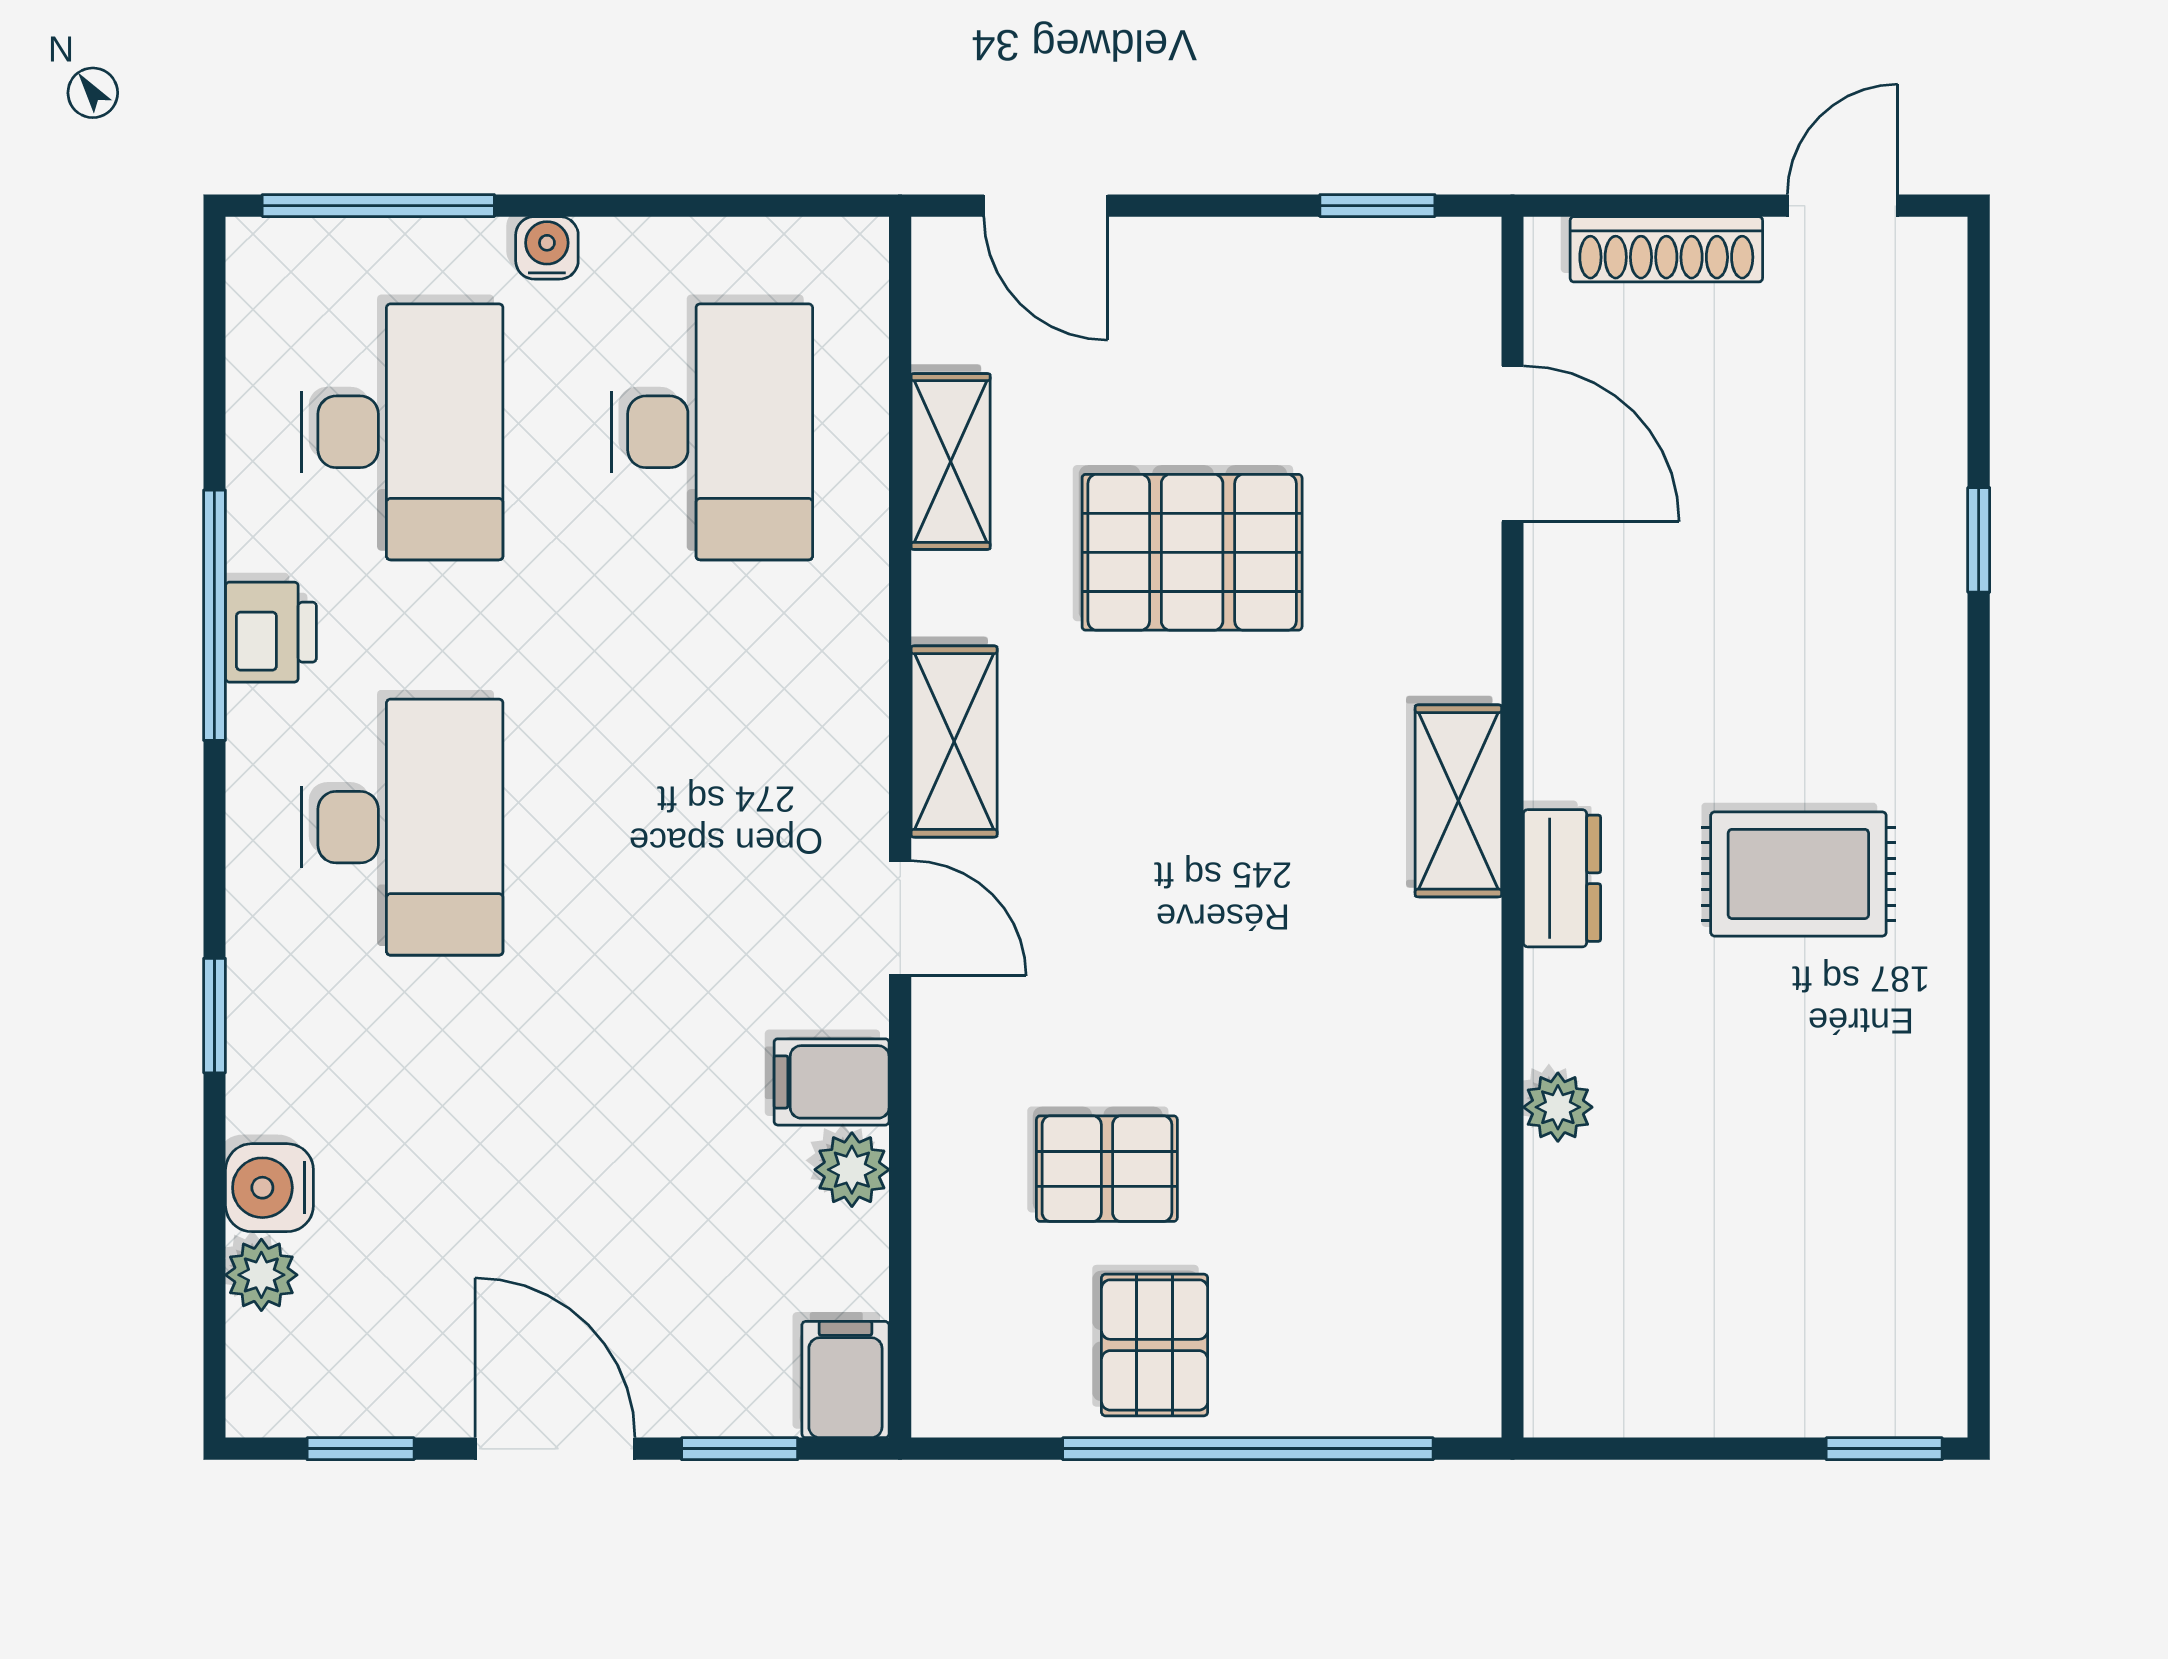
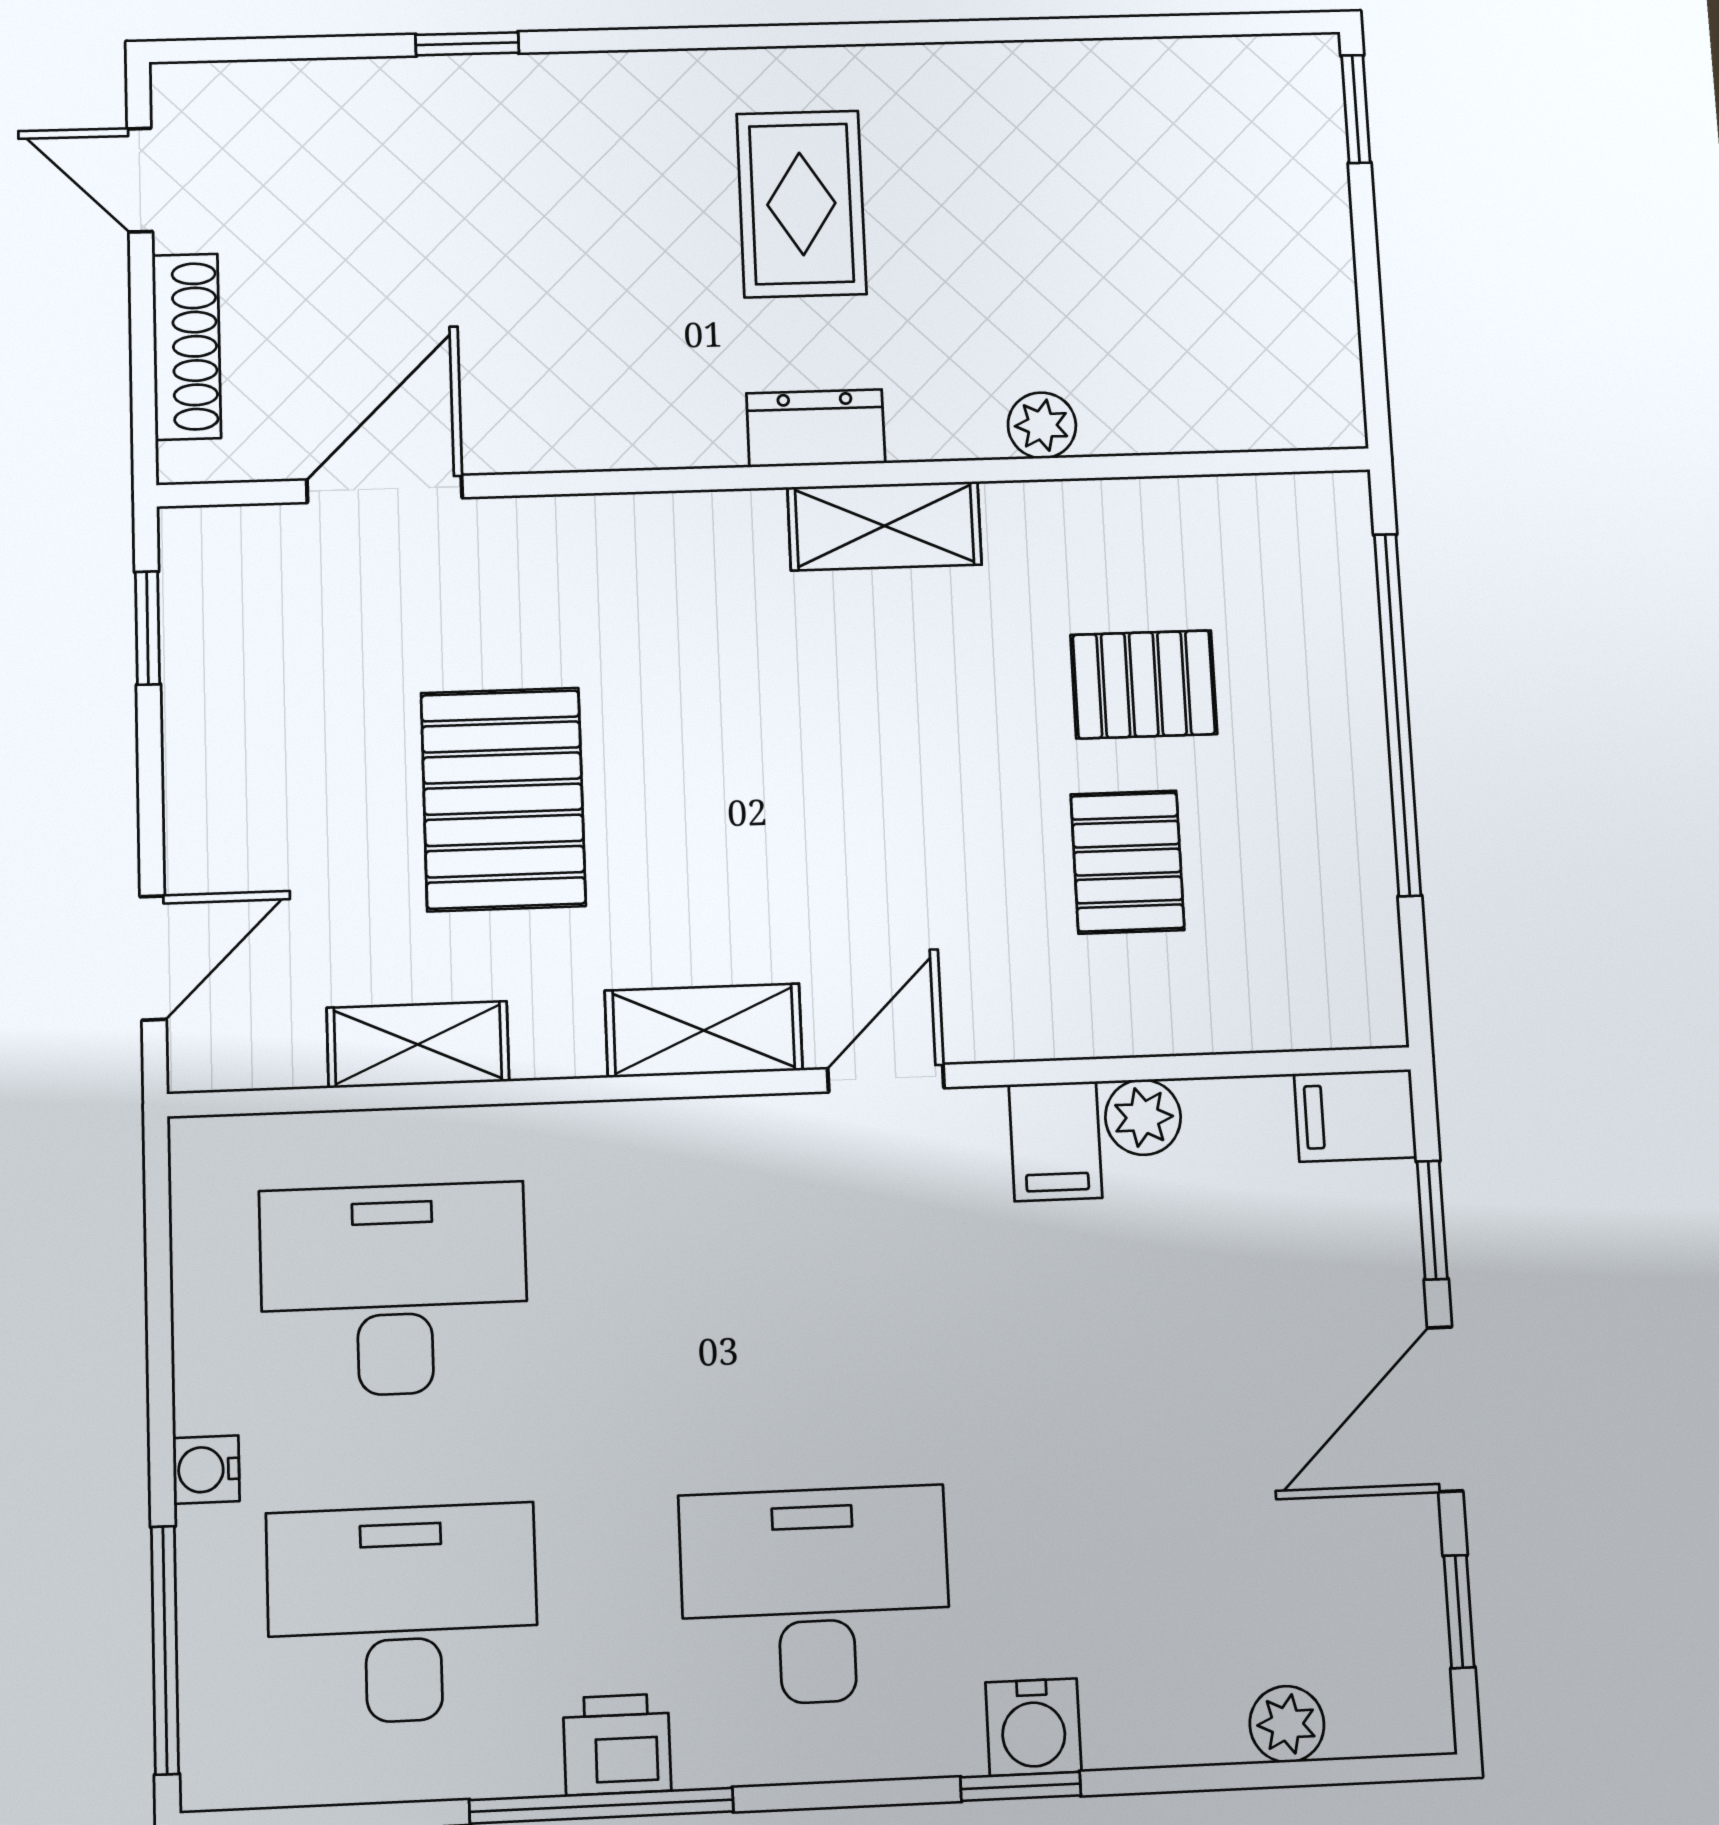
shelving: (1458, 801) -> (884, 526), moved
water cooler: (269, 1188) -> (1033, 1727), moved
pallet: (1155, 1345) -> (1144, 684), moved

